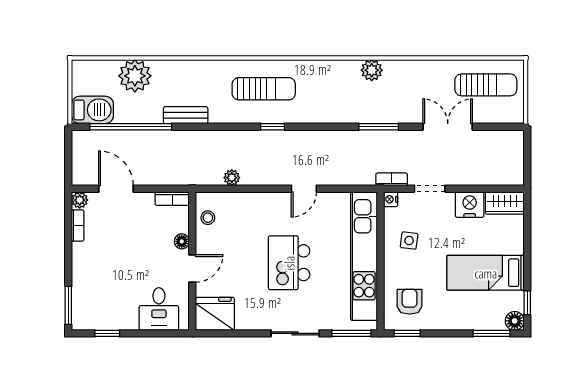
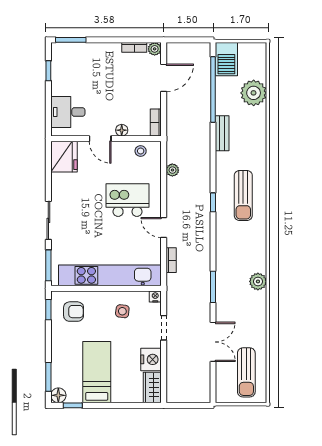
bookcase: (392, 179) -> (171, 260), moved
kitchen island: (289, 263) -> (128, 200), moved

